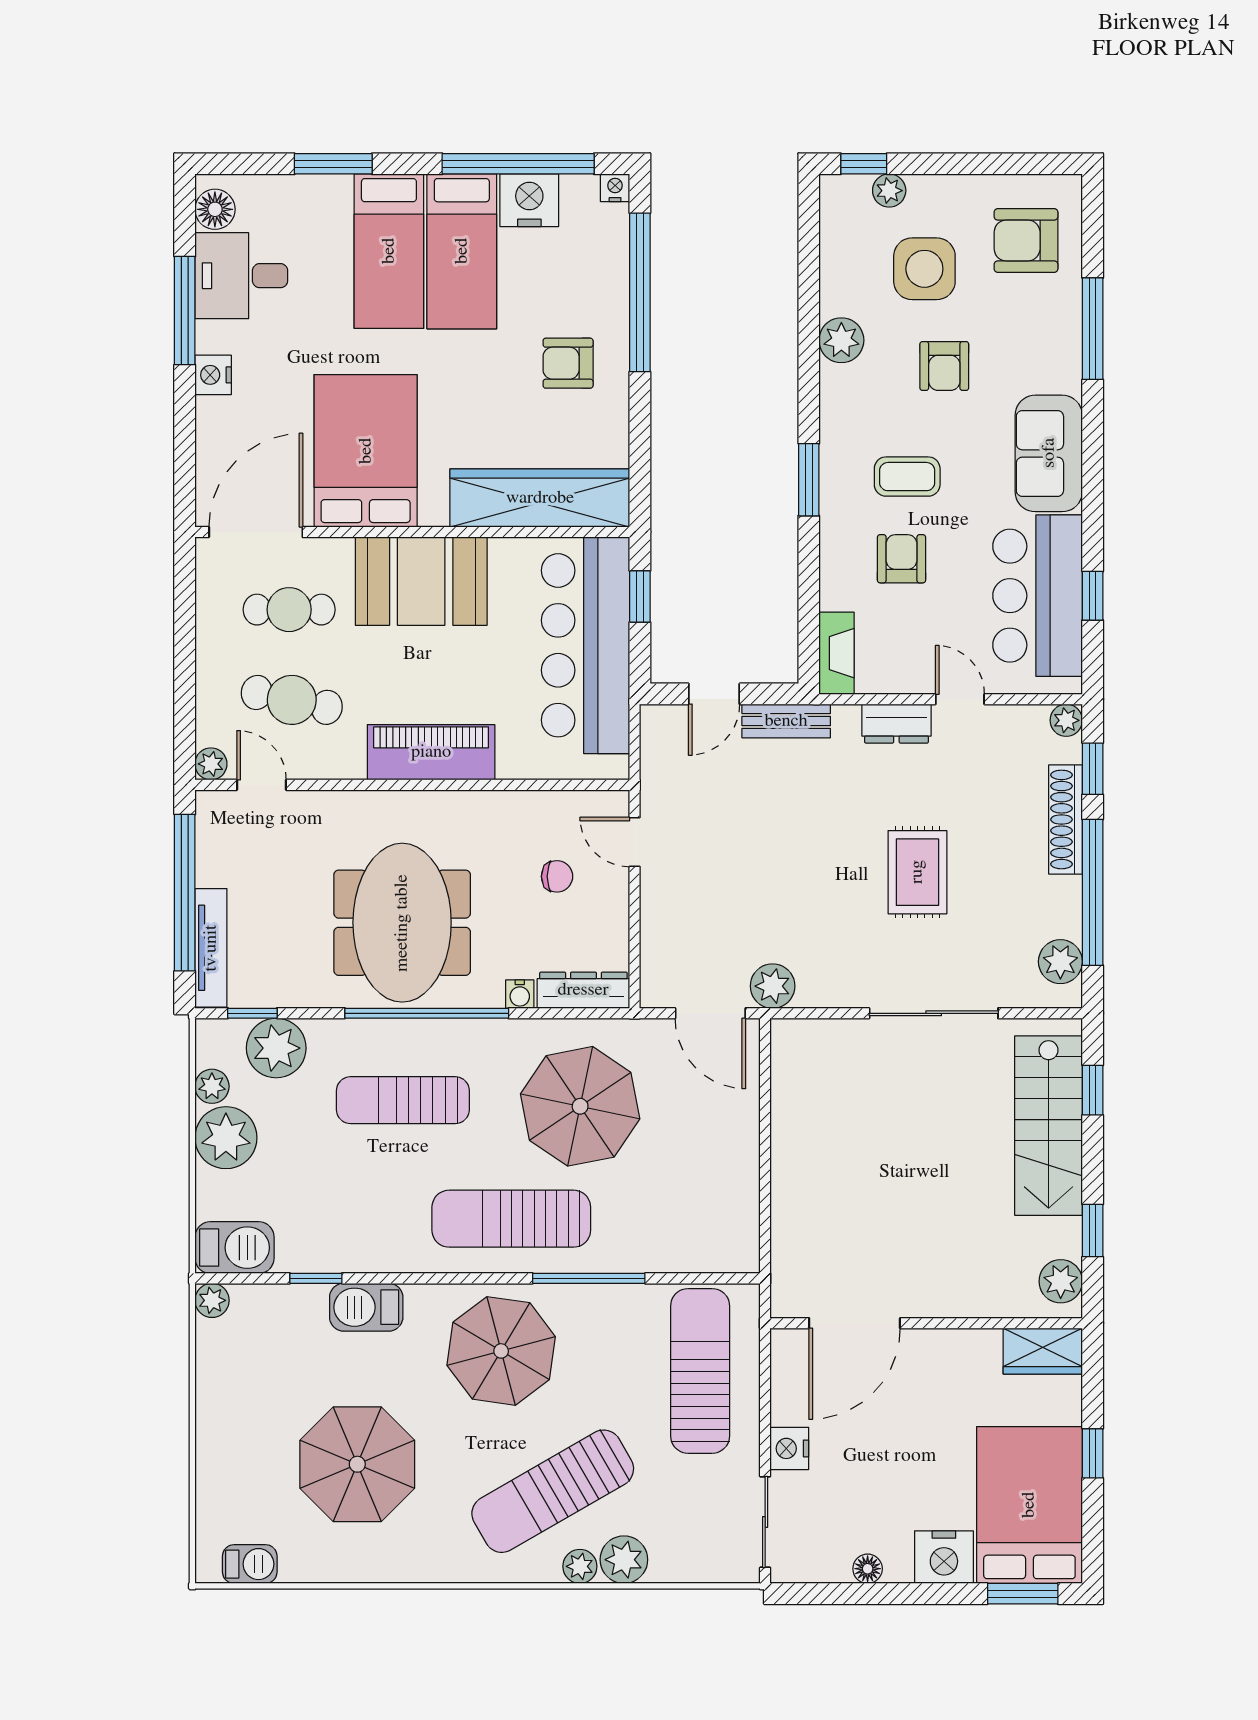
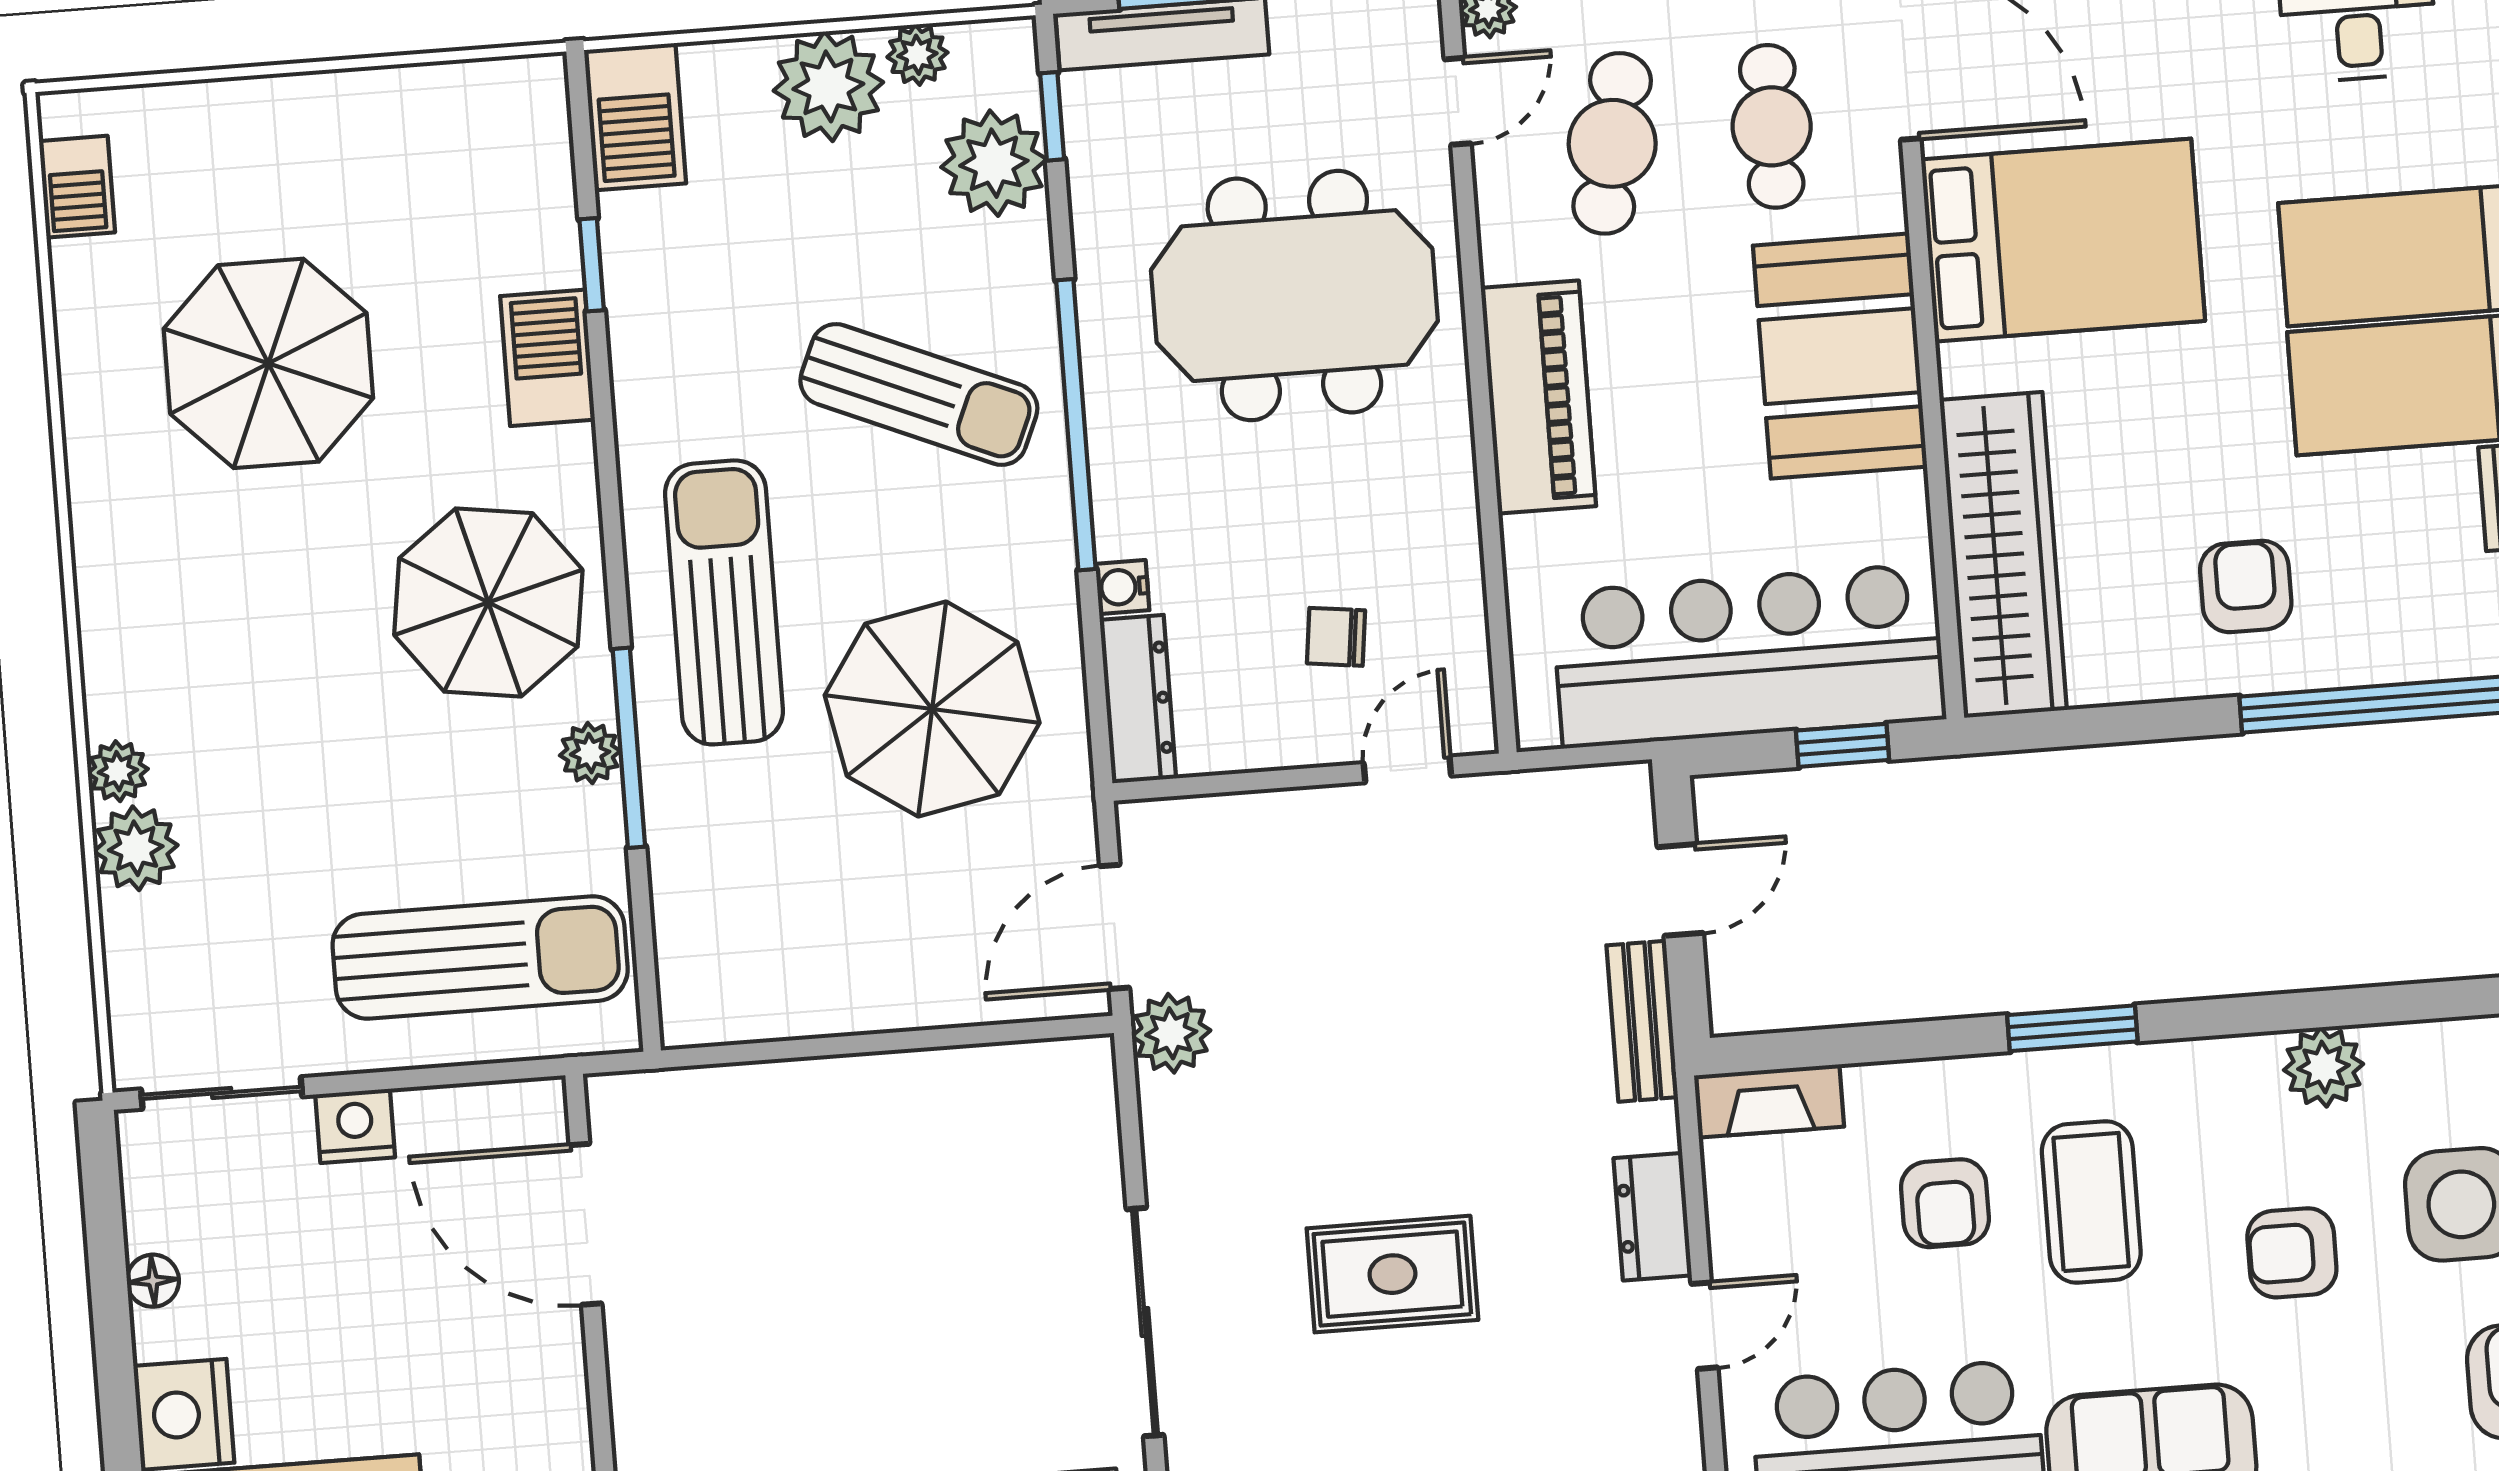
coffee table: (907, 477) -> (2091, 1202), width x1.36, depth x1.30
armchair: (901, 559) -> (1945, 1203), turned 90
door: (714, 694) -> (1680, 890), swing flipped
chair: (557, 876) -> (1336, 637), turned 97
meeting table: (402, 923) -> (1294, 296), moved
sun lounger: (403, 1100) -> (919, 394), turned 113
plant: (212, 1300) -> (590, 753), moved
sun lounger: (553, 1491) -> (247, 713), removed

